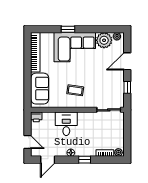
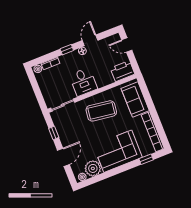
window: (68, 29) -> (146, 159), moved
coffee table: (75, 90) -> (101, 111), width x1.86, depth x1.72
printer: (36, 117) -> (123, 71), width x1.87, depth x1.48
desk: (66, 124) -> (83, 82), moved
door: (48, 160) -> (90, 40), moved

